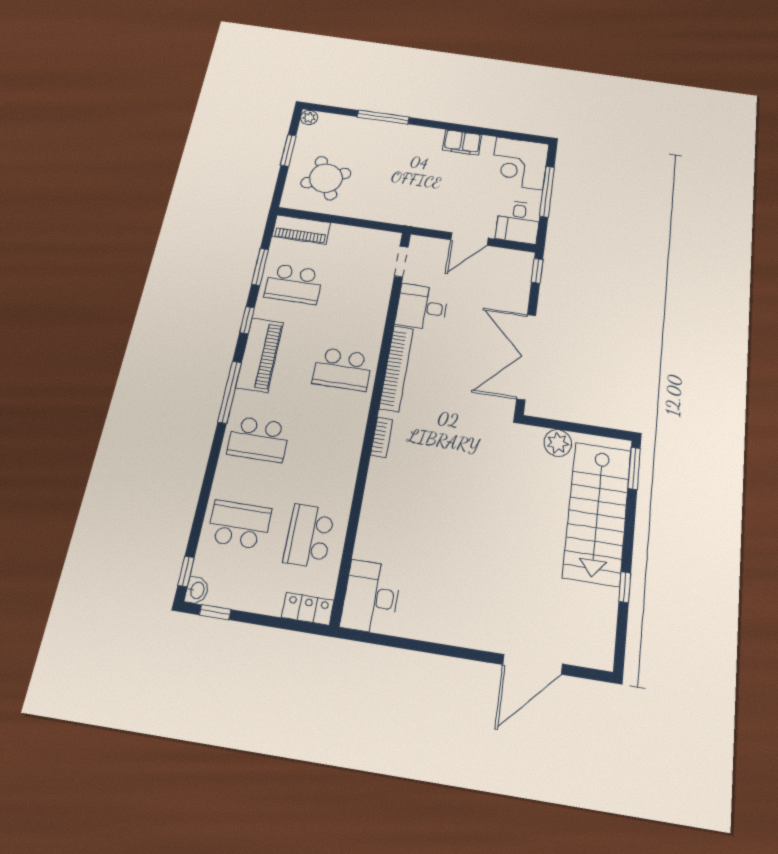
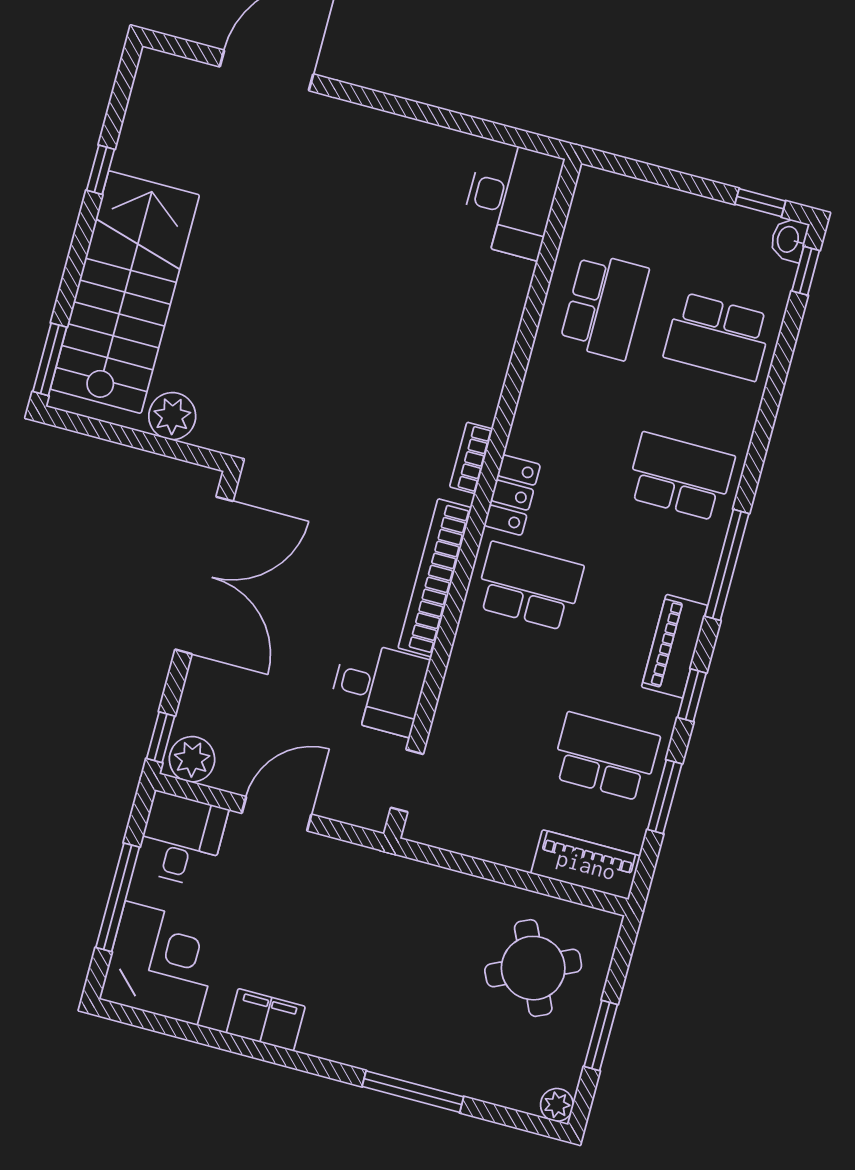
plant: (519, 261) -> (192, 759), added
piano: (260, 355) -> (675, 646), width x0.73, depth x0.75
locker: (308, 609) -> (512, 495), moved, turned -90

